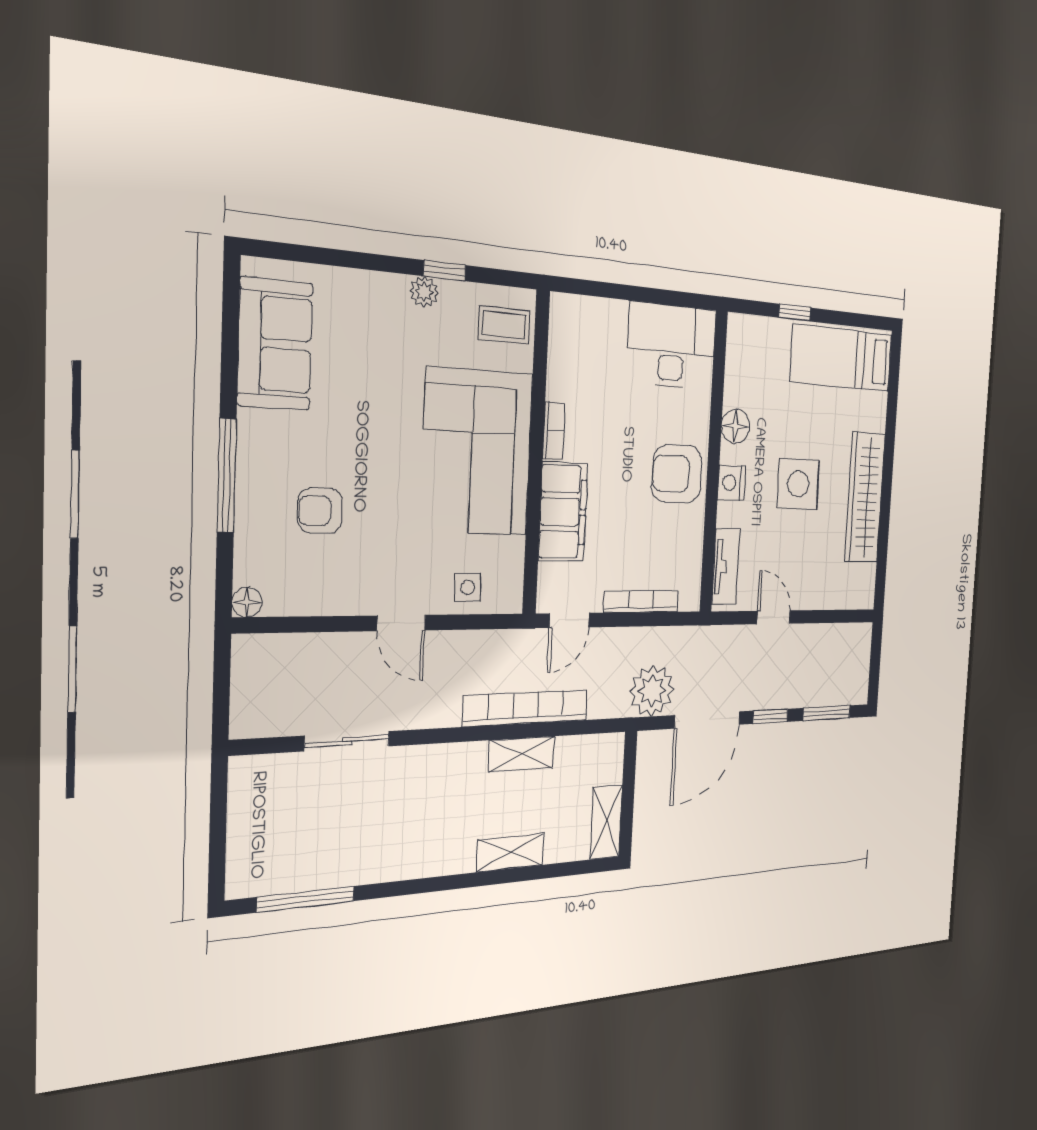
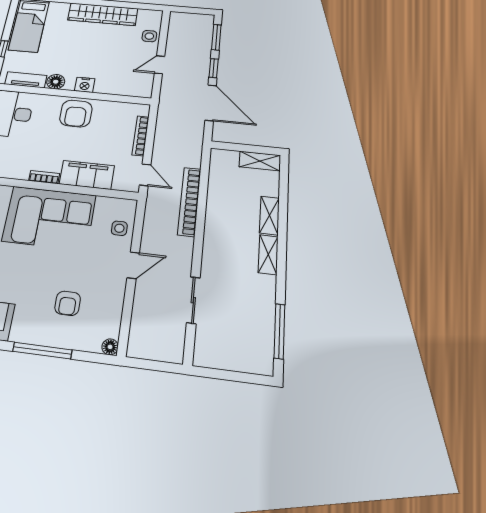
side table: (798, 484) -> (149, 36), moved, width x0.54, depth x0.54
tv unit: (726, 567) -> (26, 80), moved
plant: (652, 691) -> (190, 132), removed
shelving: (522, 754) -> (268, 255), moved

